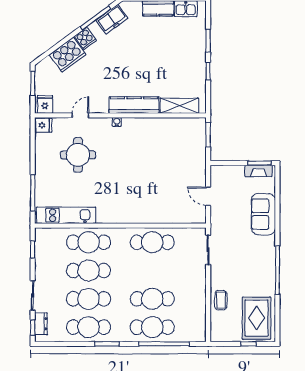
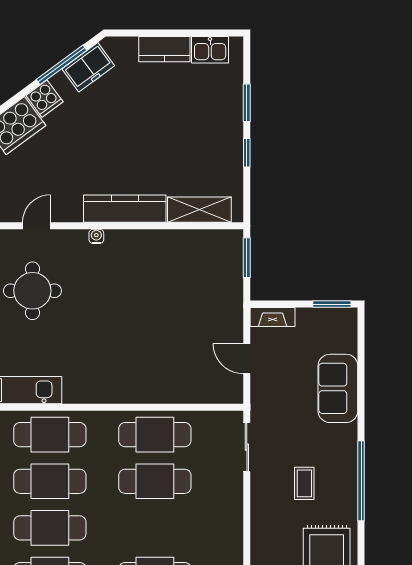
fireplace: (258, 171) -> (273, 317), moved
cafe table: (152, 299) -> (155, 481), moved
coffee table: (221, 300) -> (304, 483), moved

